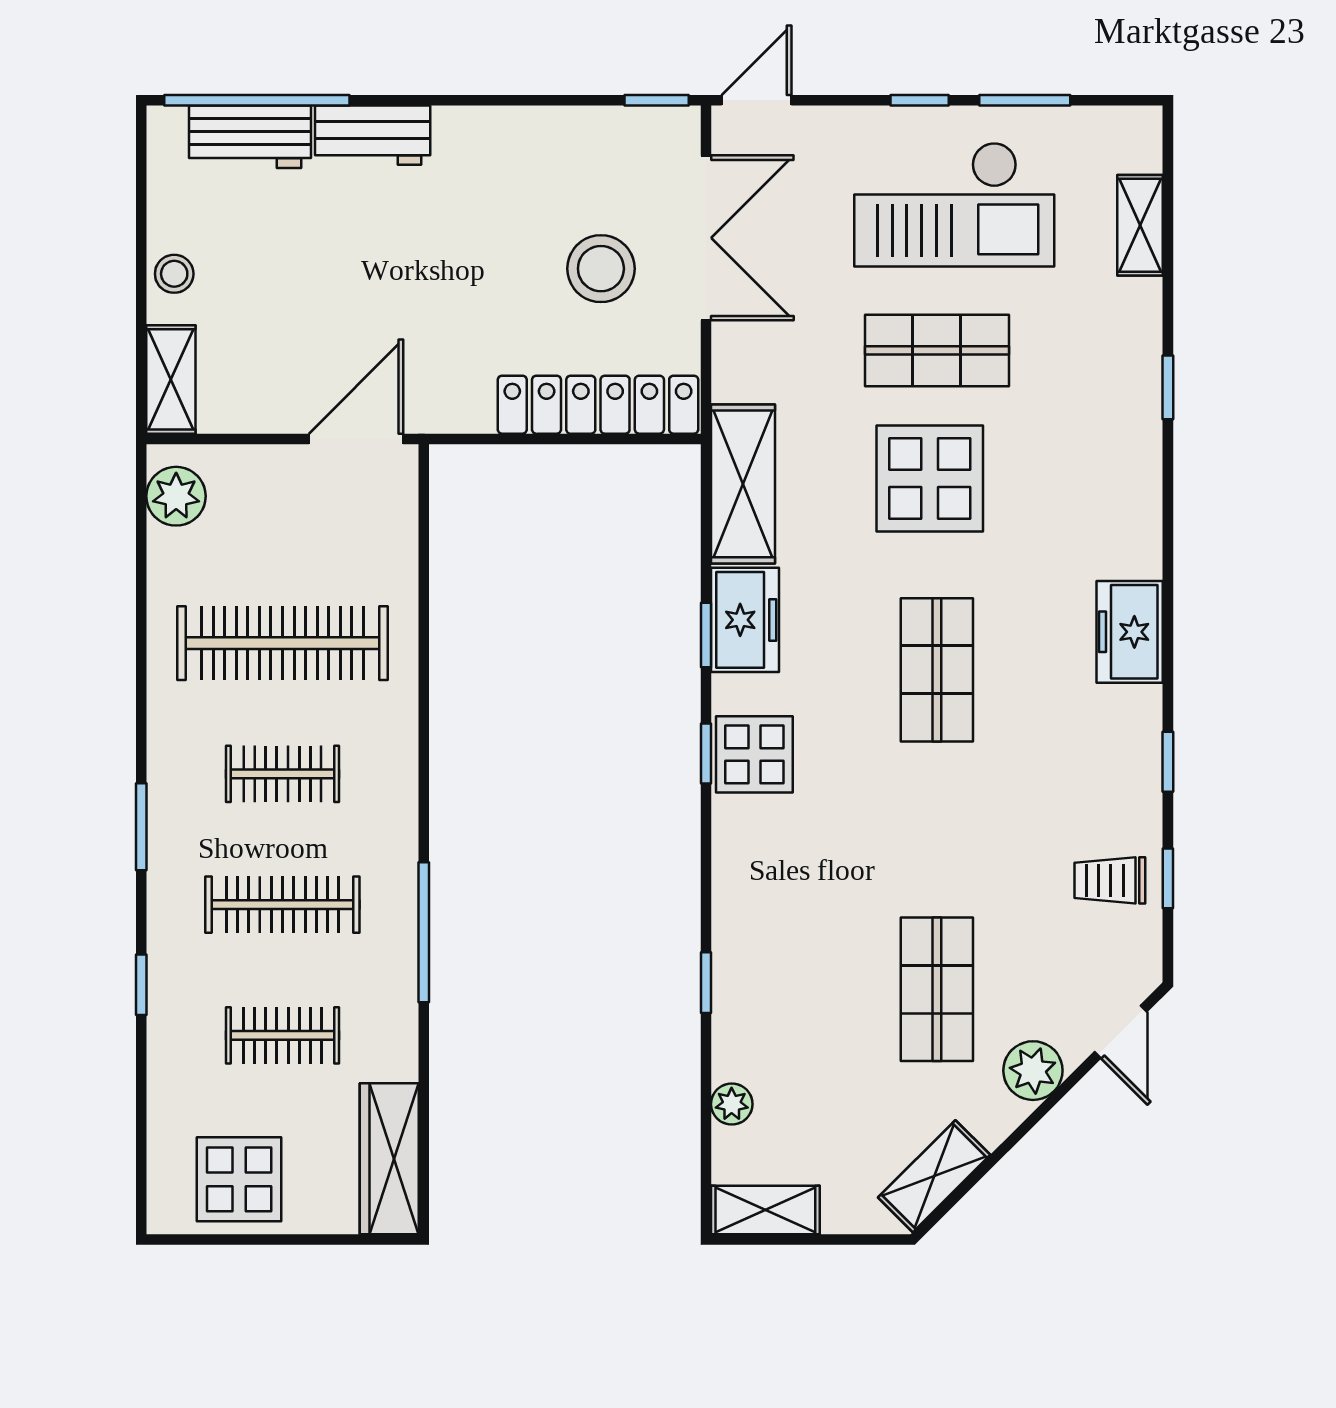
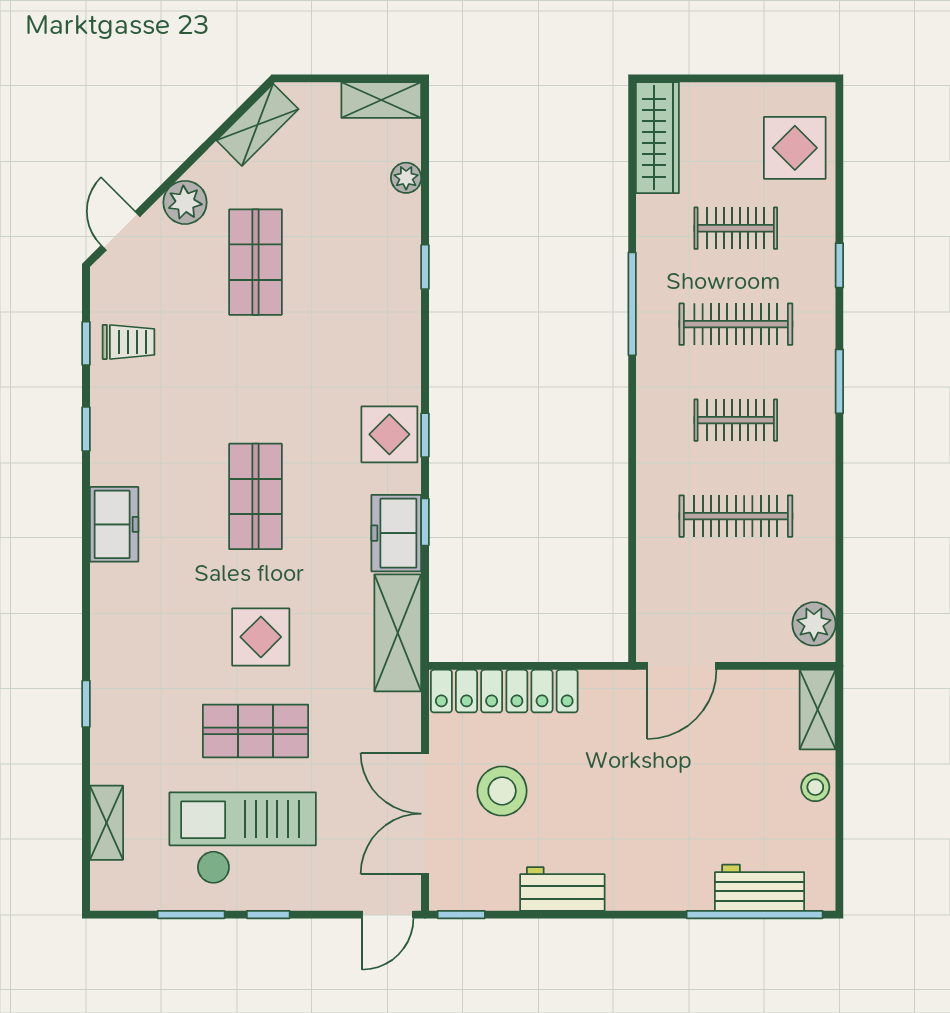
workbench: (373, 135) -> (562, 889), moved
display table: (930, 478) -> (261, 637), width x0.73, depth x0.73
clothes rail: (282, 643) -> (736, 516), width x0.73, depth x0.76
display table: (239, 1179) -> (795, 148), moved

